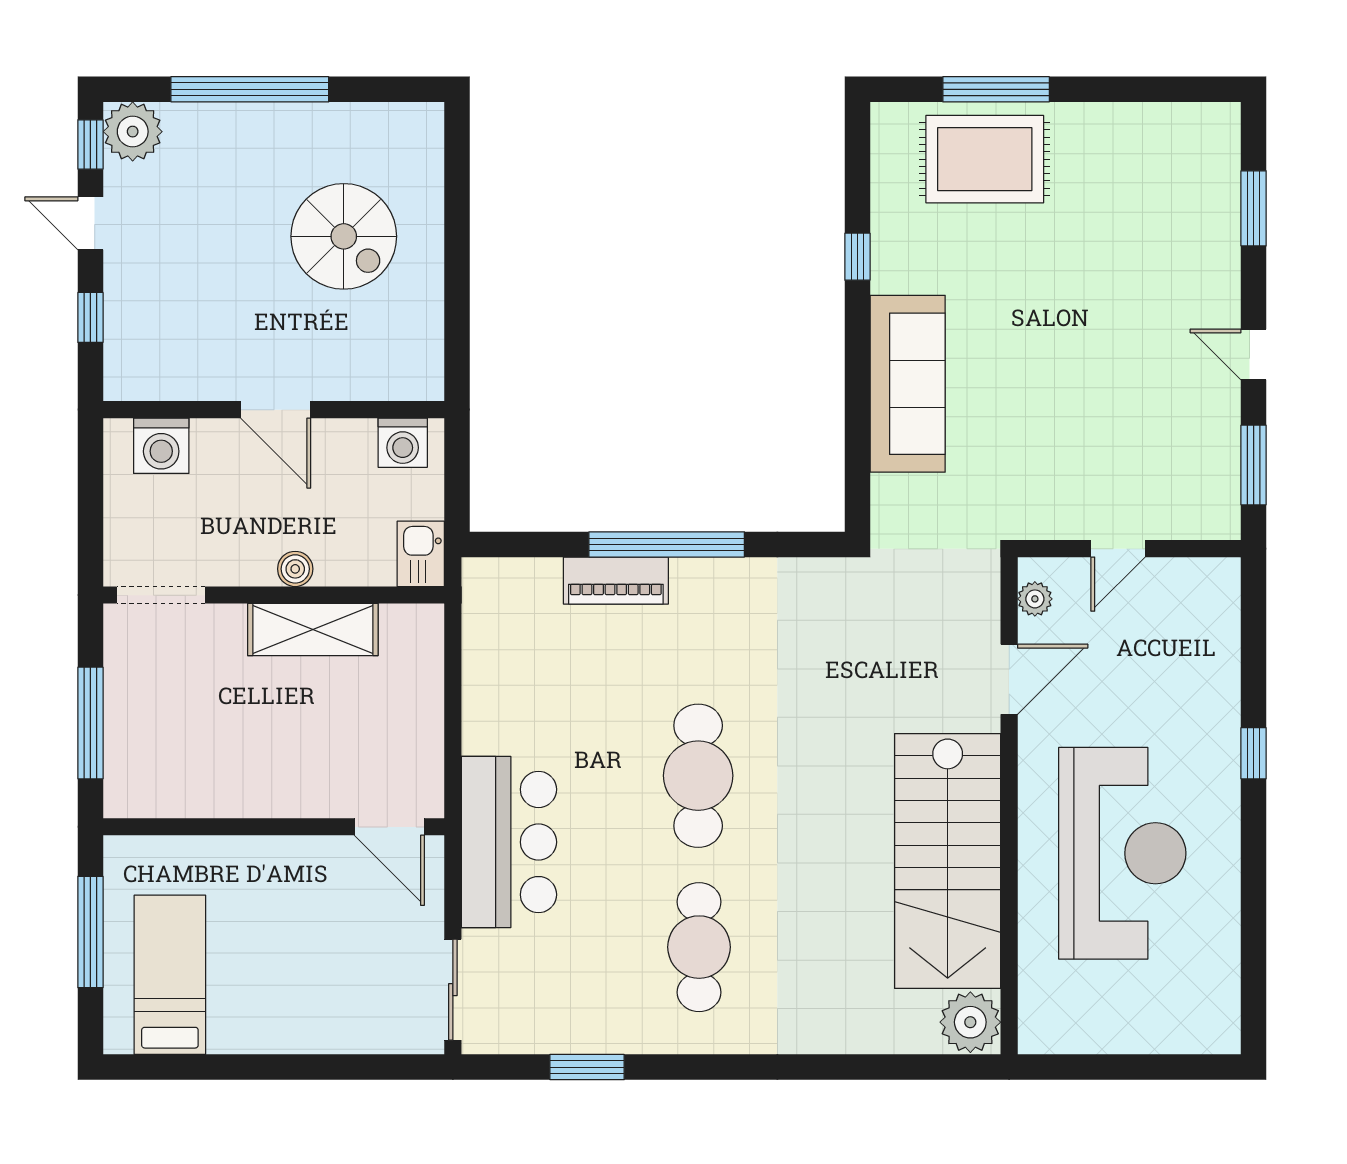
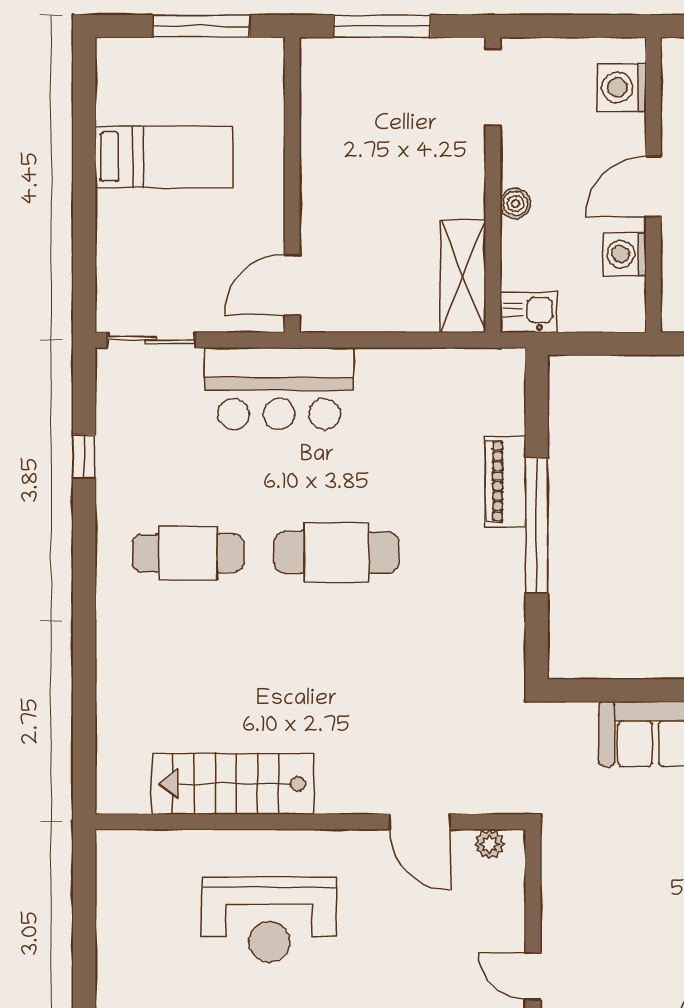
washing machine: (403, 443) -> (625, 254), moved
door: (1118, 549) -> (533, 976), moved
shelving: (313, 630) -> (463, 276), moved
reception desk: (1122, 853) -> (269, 920), width x0.74, depth x0.77
stairs: (948, 861) -> (233, 784), width x0.73, depth x0.66
bed: (170, 975) -> (164, 157), moved
plant: (970, 1022) -> (123, 788), removed
window: (587, 1067) -> (84, 456), width x0.67

